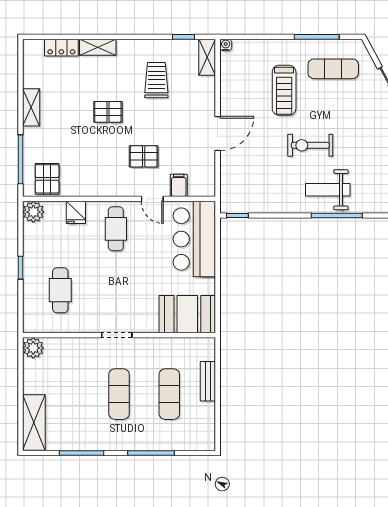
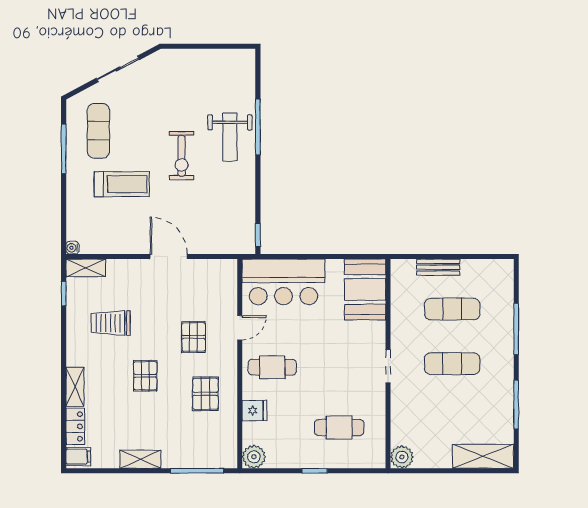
pallet: (47, 179) -> (205, 394), moved, turned 90
filing cabinet: (179, 185) -> (78, 457), moved, turned 180

